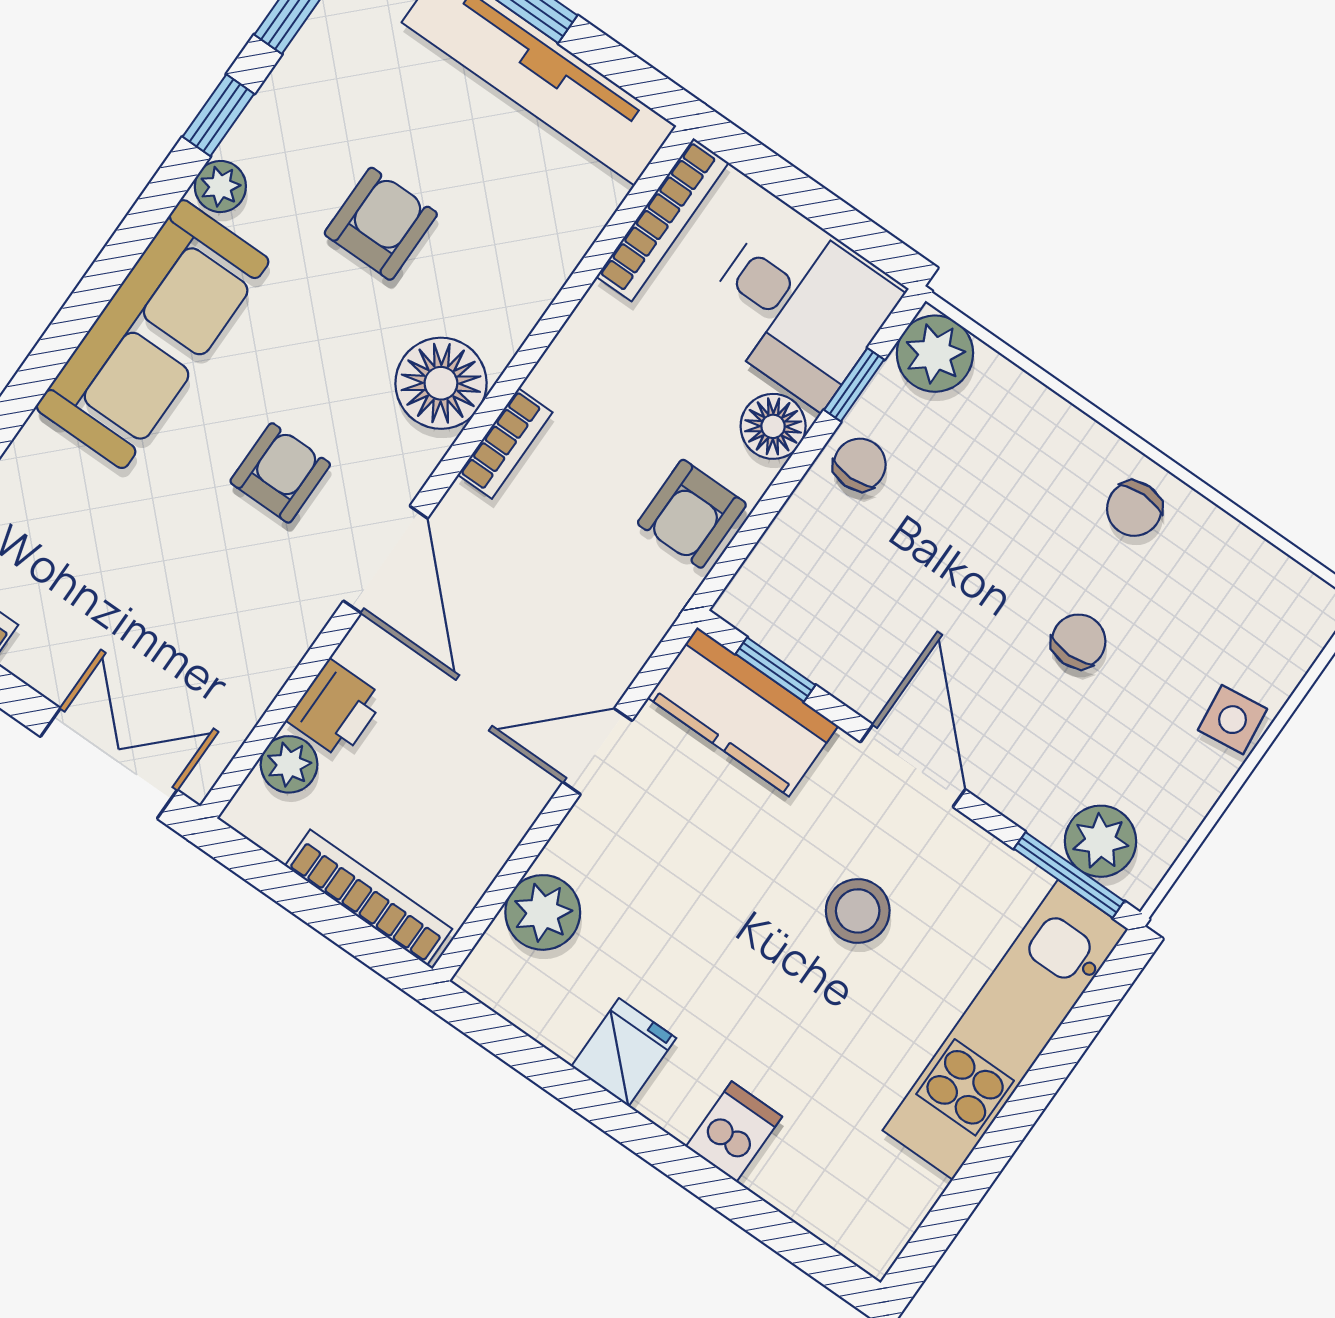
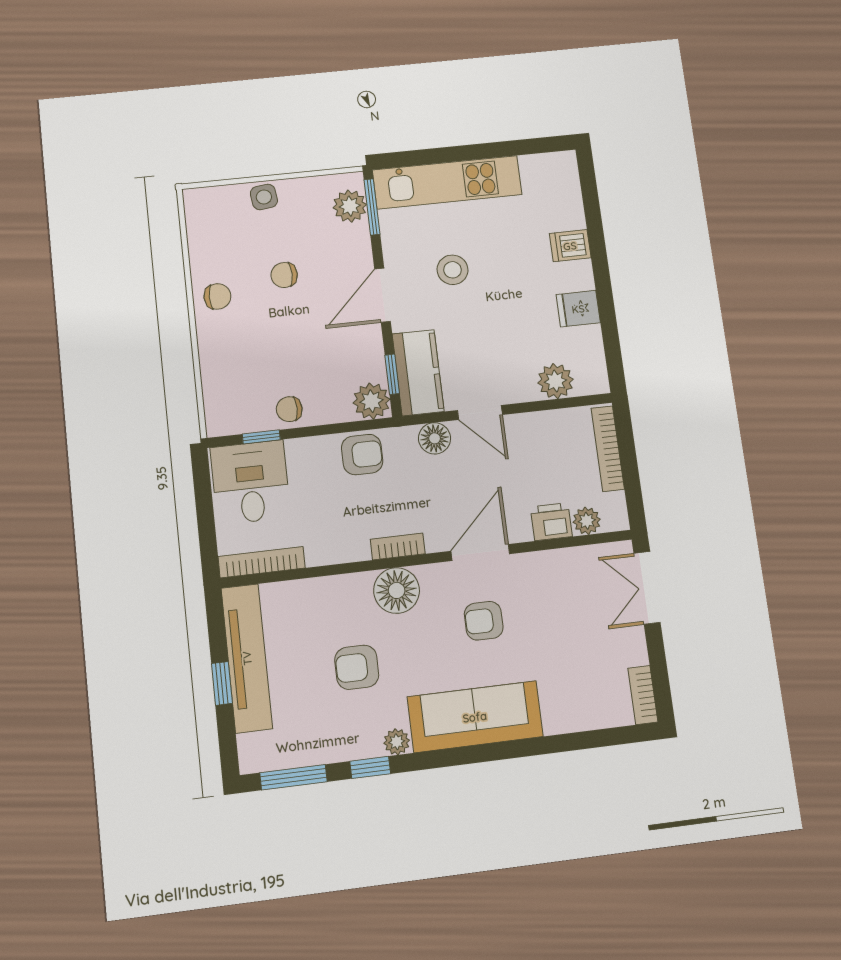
plant: (935, 354) -> (371, 401), moved
floor lamp: (773, 426) -> (435, 438), moved

